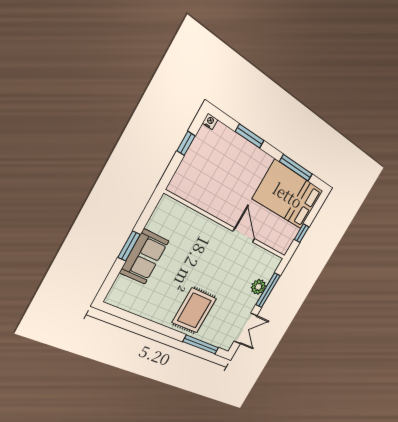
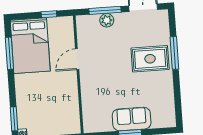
window: (250, 136) -> (14, 119), moved
window: (201, 345) -> (174, 53), moved

